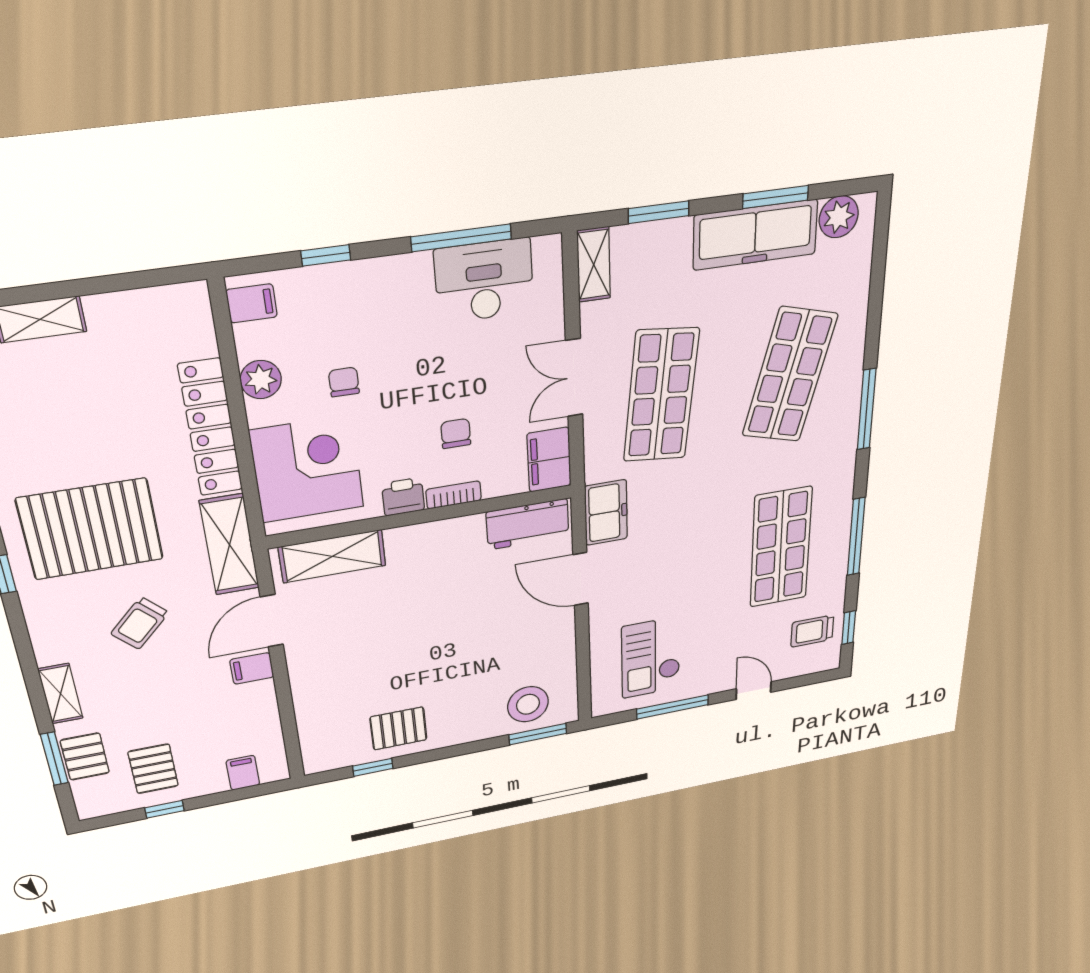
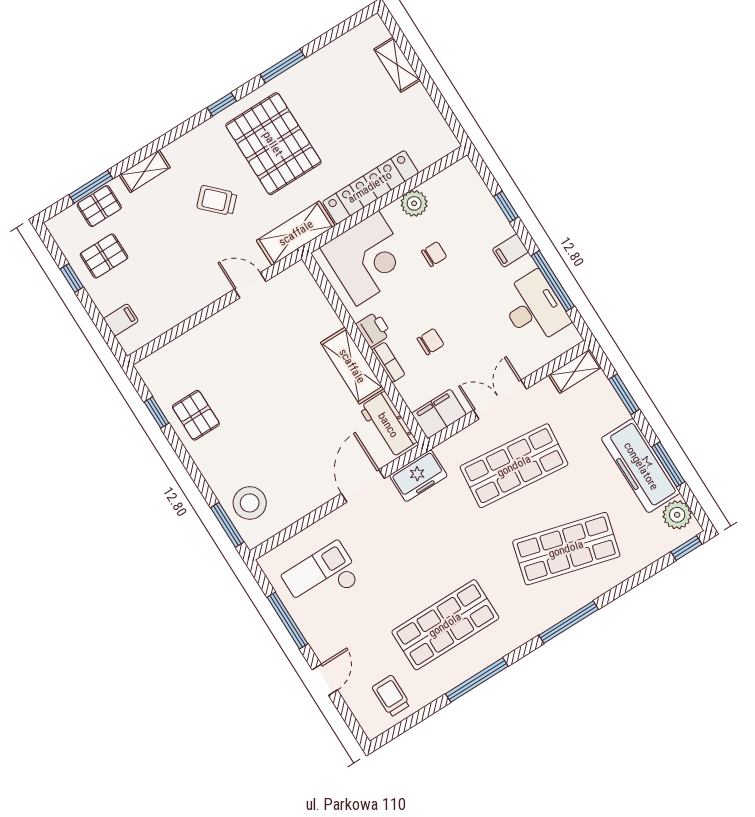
filing cabinet: (252, 303) -> (510, 251), moved, turned 90
shelving: (332, 556) -> (352, 366), moved
door: (272, 621) -> (250, 285), width x0.73
window: (849, 628) -> (686, 548), moved
filing cabinet: (252, 668) -> (209, 288), removed

